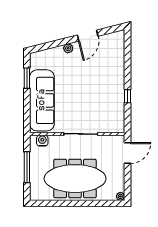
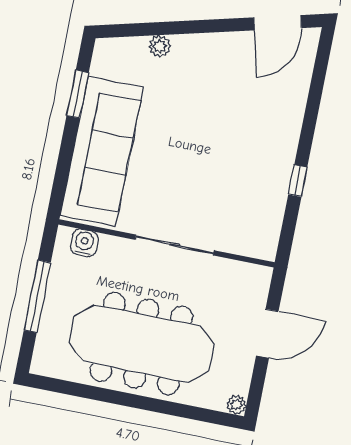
door: (88, 36) -> (278, 23), moved
plant: (68, 48) -> (160, 46), moved
door: (127, 153) -> (267, 334), moved

